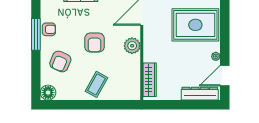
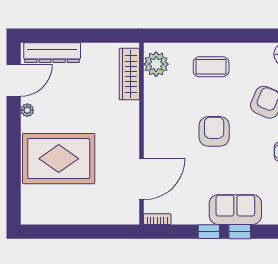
plant: (132, 46) -> (156, 64), moved
coffee table: (97, 84) -> (211, 67), turned 61

